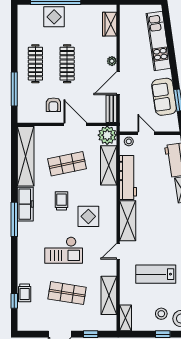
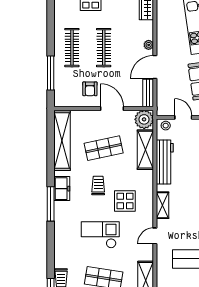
freezer: (25, 204) -> (62, 189), width x0.71
shelving: (128, 221) -> (163, 205), width x0.67, depth x0.75
checkout: (64, 250) -> (100, 235), turned 180

